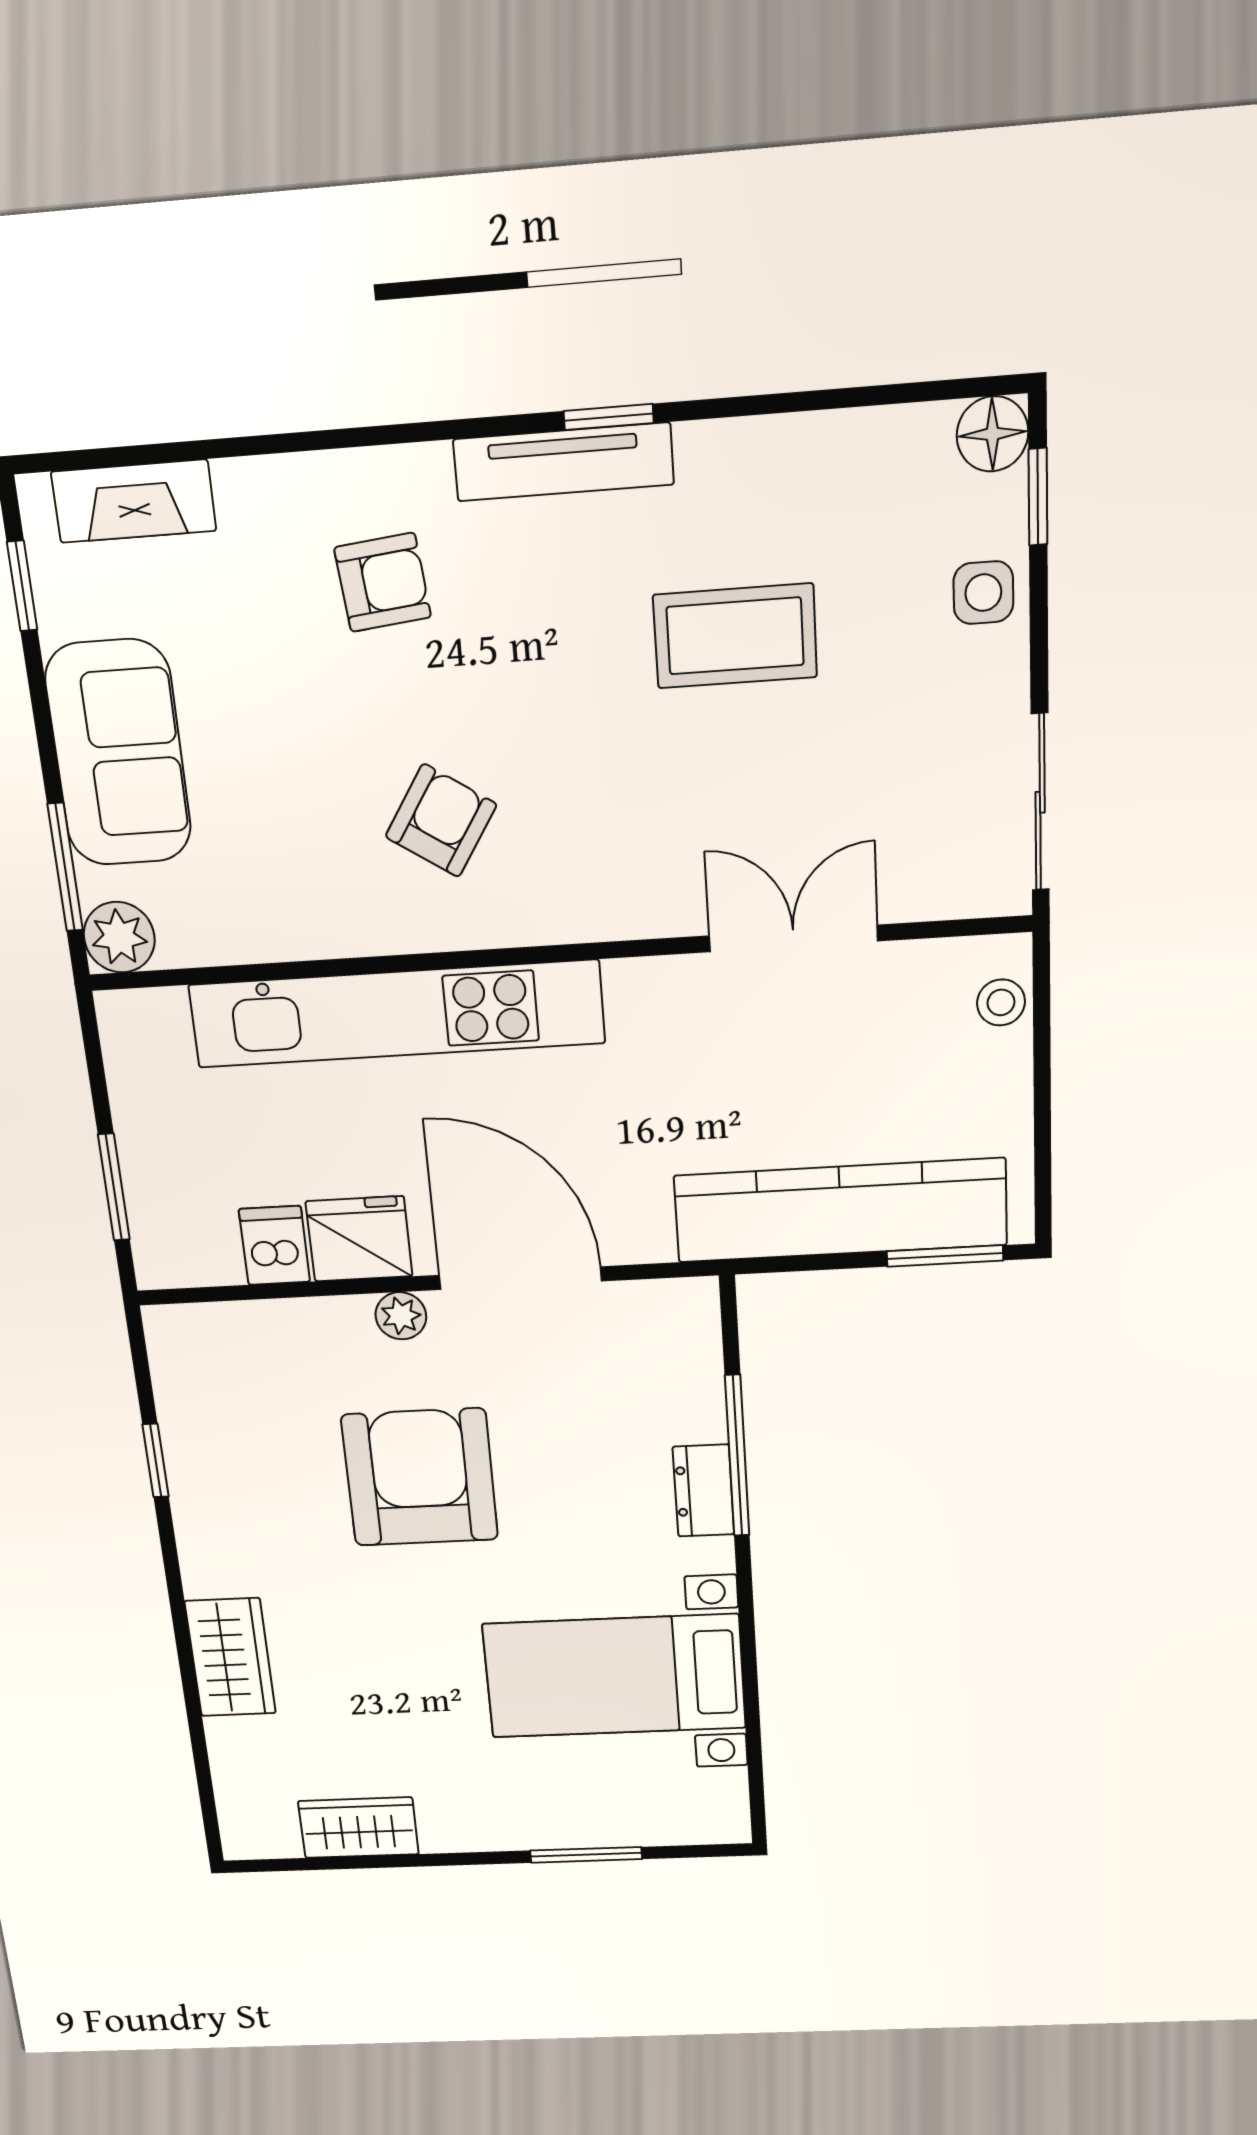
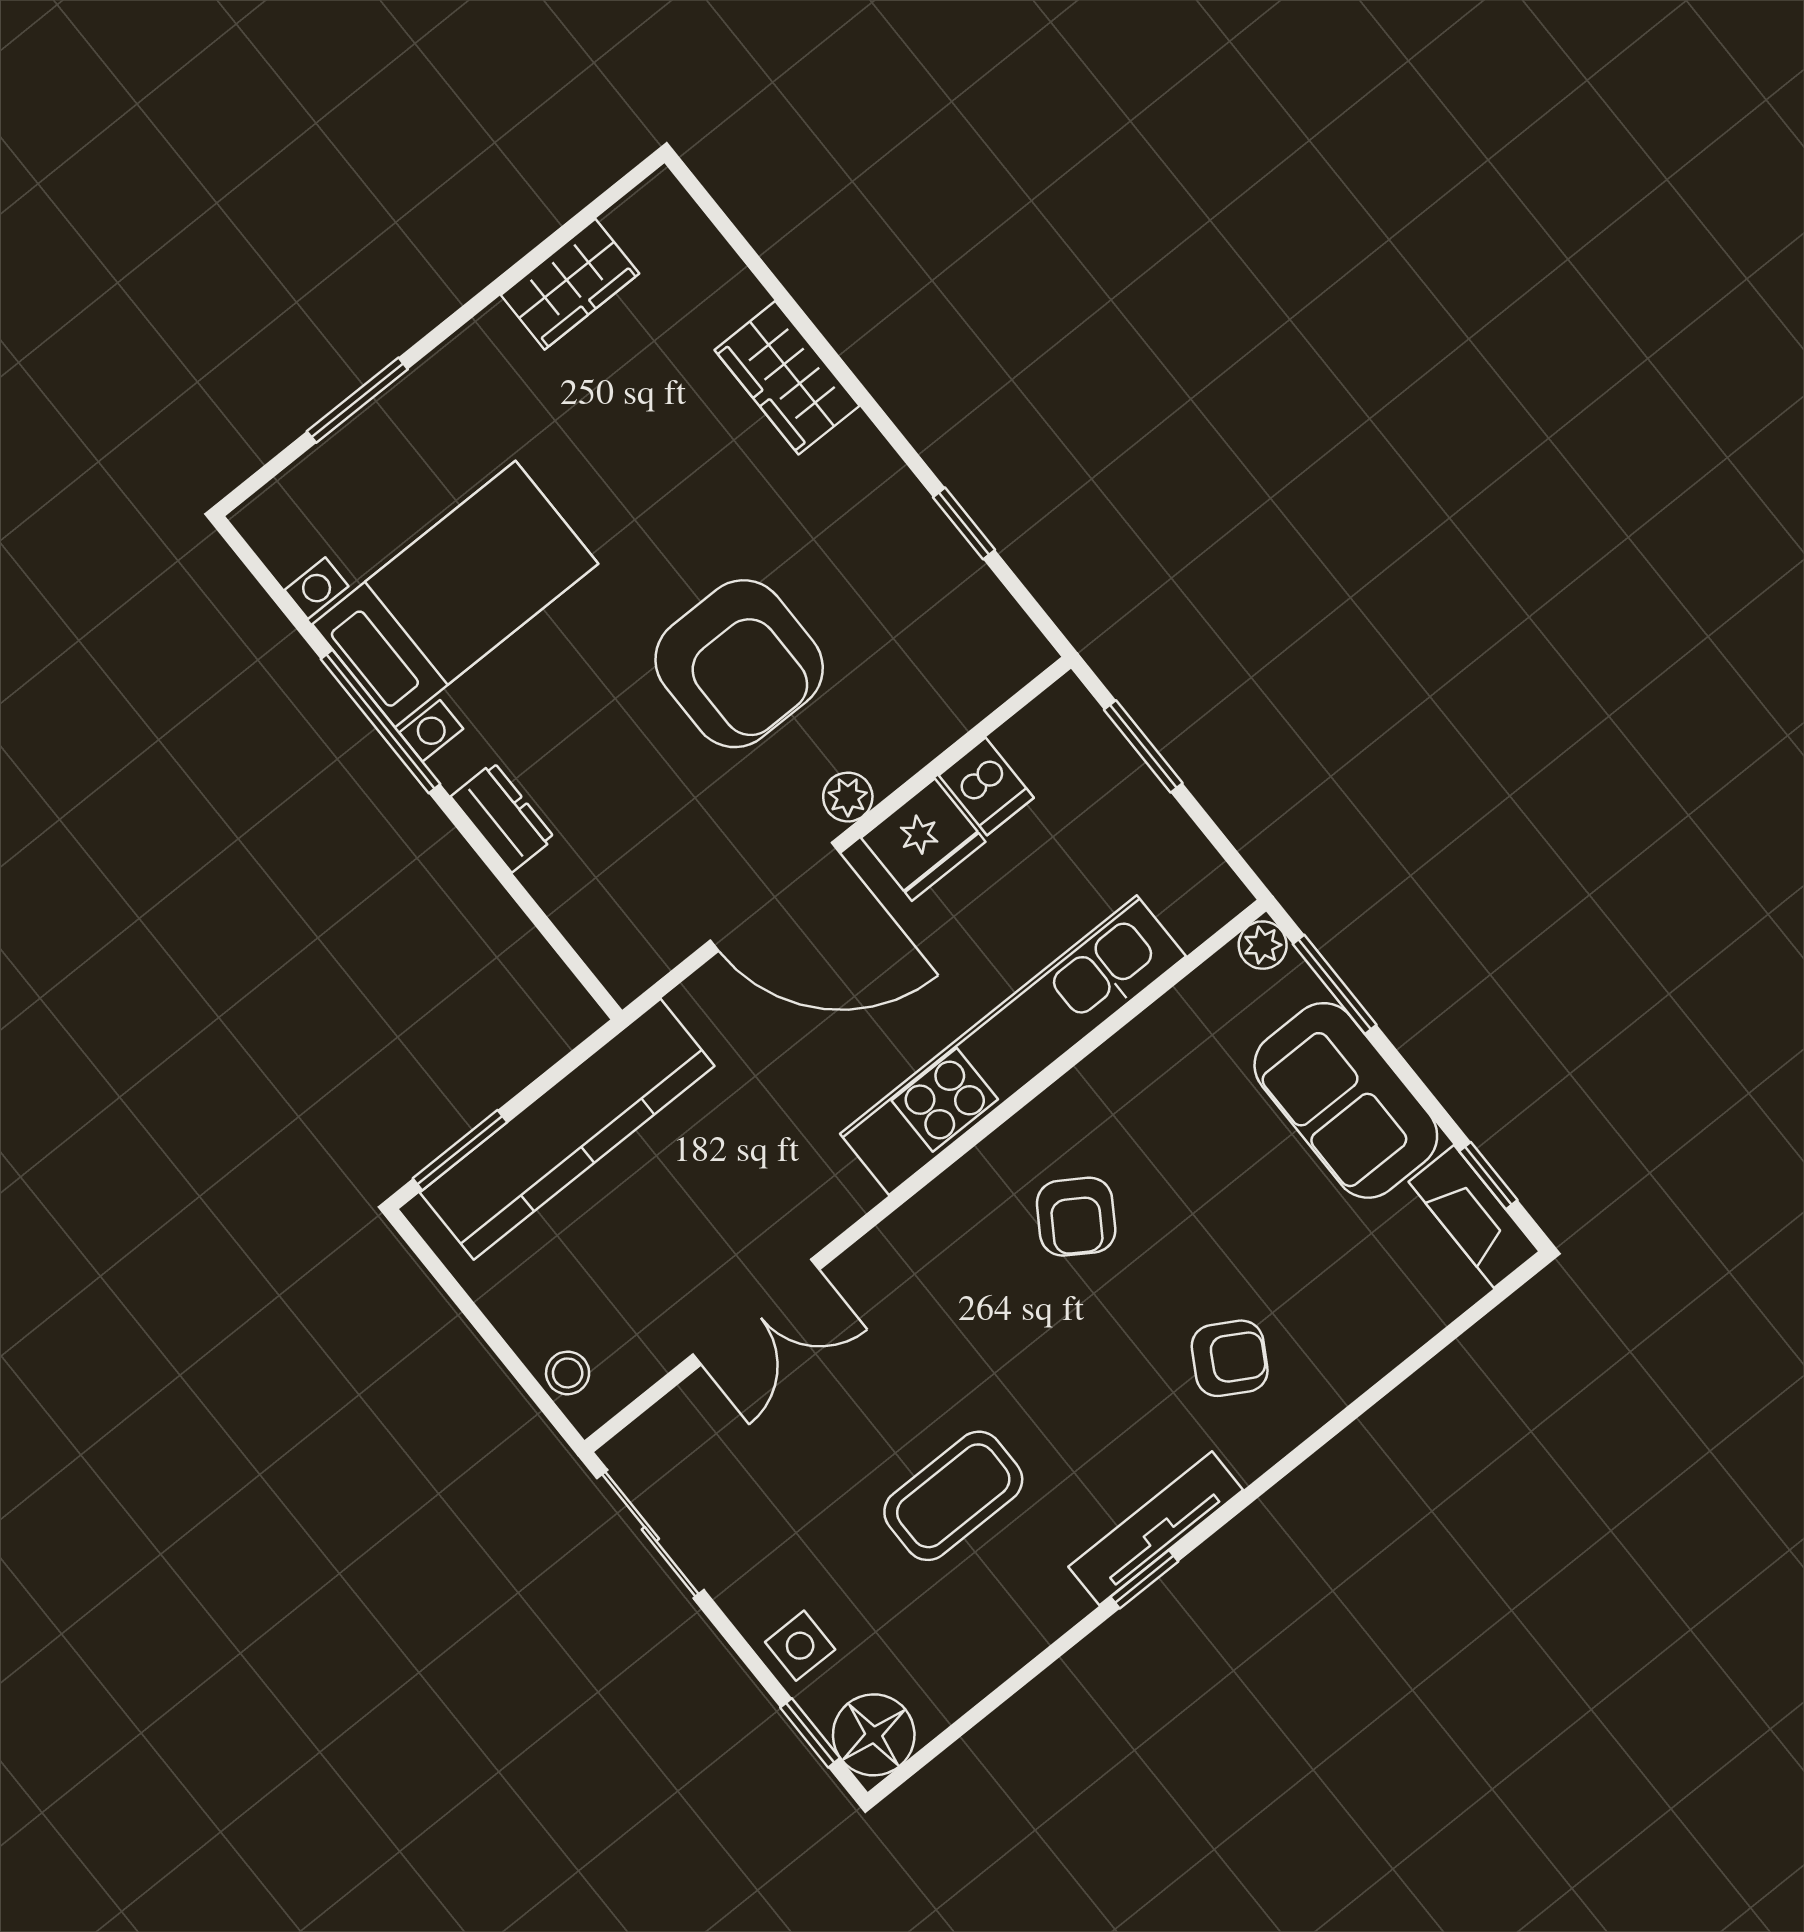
floor lamp: (992, 434) -> (874, 1735), width x1.38, depth x1.38
fireplace: (134, 501) -> (1474, 1217), moved, turned -90
armchair: (383, 582) -> (1230, 1358), turned -144
plant: (119, 937) -> (1263, 945), width x0.73, depth x0.73
window: (737, 1456) -> (381, 721), moved

